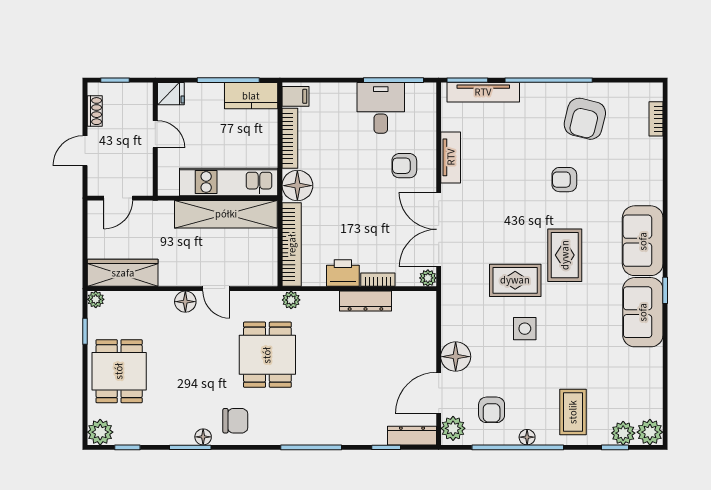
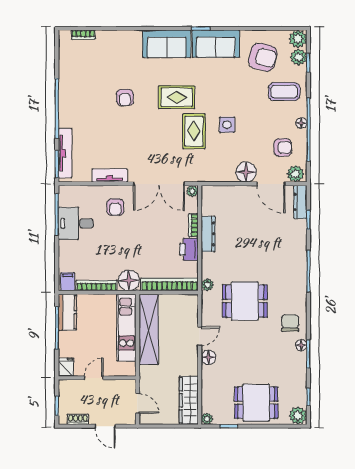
armchair: (585, 119) -> (263, 57), moved

